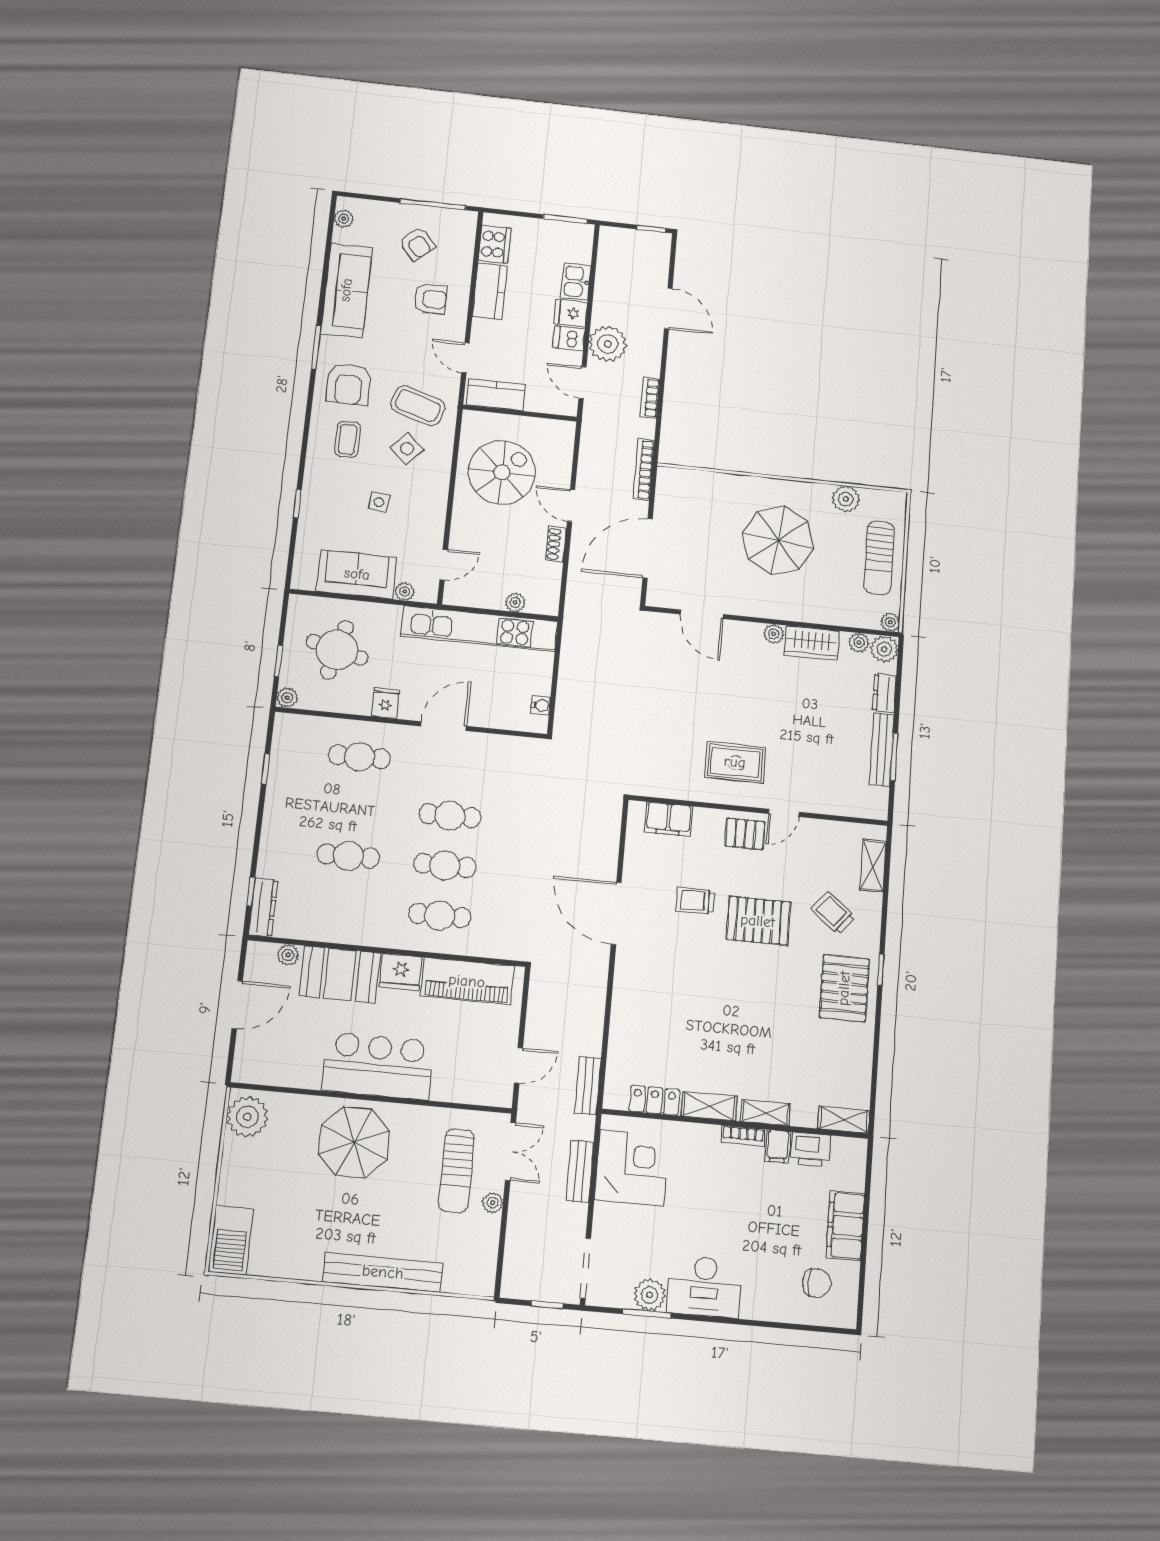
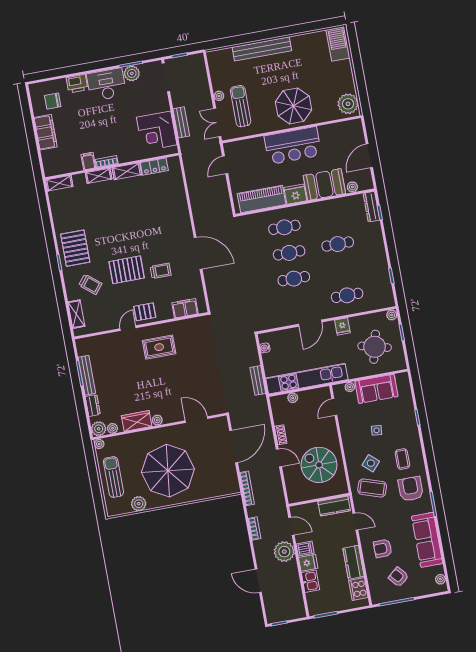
spiral stairs: (502, 472) -> (319, 465), turned 90
parasol: (778, 541) -> (168, 471), width x1.36, depth x1.36
bench: (588, 1085) -> (258, 380), moved
printer: (811, 1149) -> (77, 84), moved, turned 180

